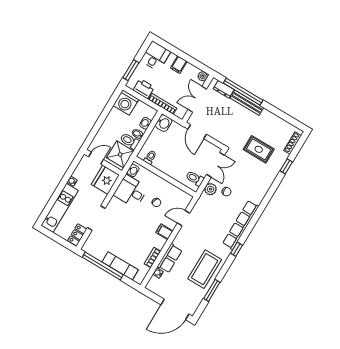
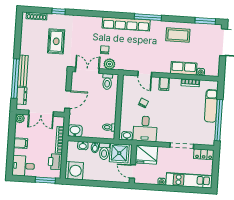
window: (237, 249) -> (148, 17), width x2.17
coffee table: (205, 269) -> (178, 35), width x0.73, depth x0.76
window: (212, 290) -> (205, 21), moved

